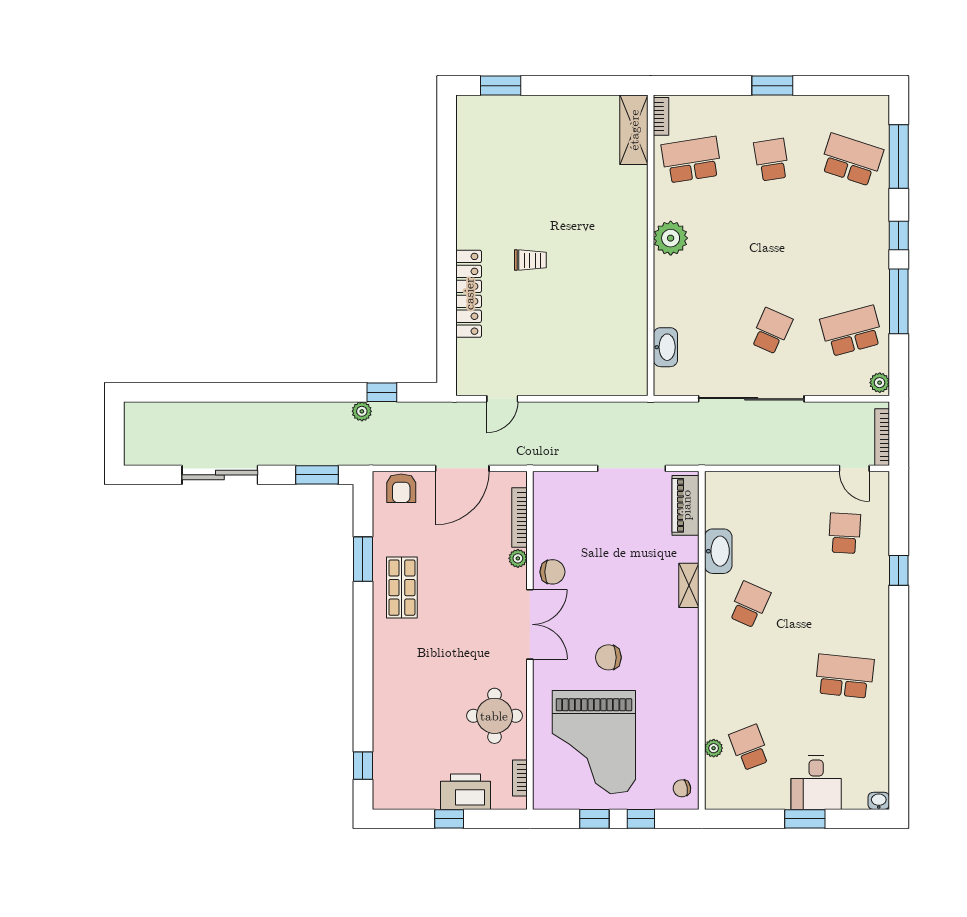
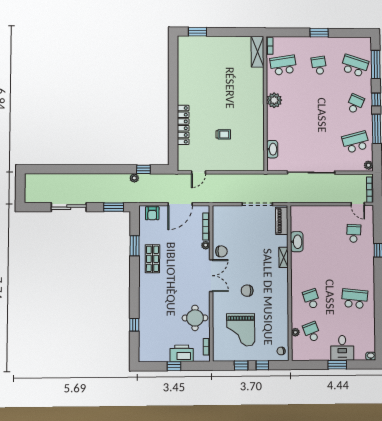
trolley: (530, 260) -> (223, 134), moved
school desk: (771, 331) -> (355, 104), moved
school desk: (749, 605) -> (311, 299), moved, turned -42
grand piano: (594, 742) -> (241, 330), width x0.73, depth x0.68
window: (363, 766) -> (134, 325), moved

